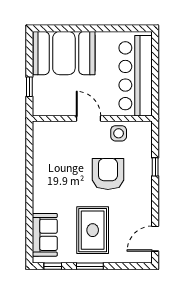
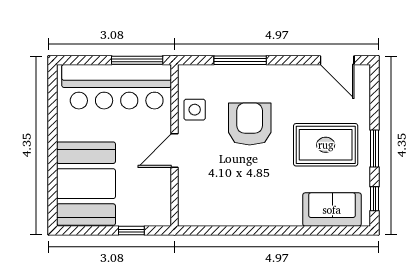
window: (155, 91) -> (137, 60), added
window: (155, 167) -> (240, 60), width x2.17
armchair: (108, 174) -> (250, 124), turned 90

